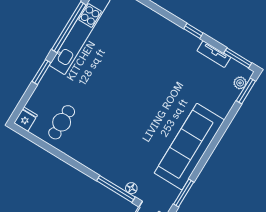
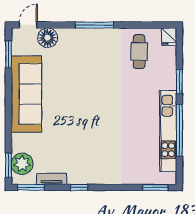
plant: (240, 83) -> (22, 164), width x1.88, depth x1.88
floor lamp: (131, 188) -> (48, 38), width x1.89, depth x1.89
window: (116, 189) -> (94, 25), moved

